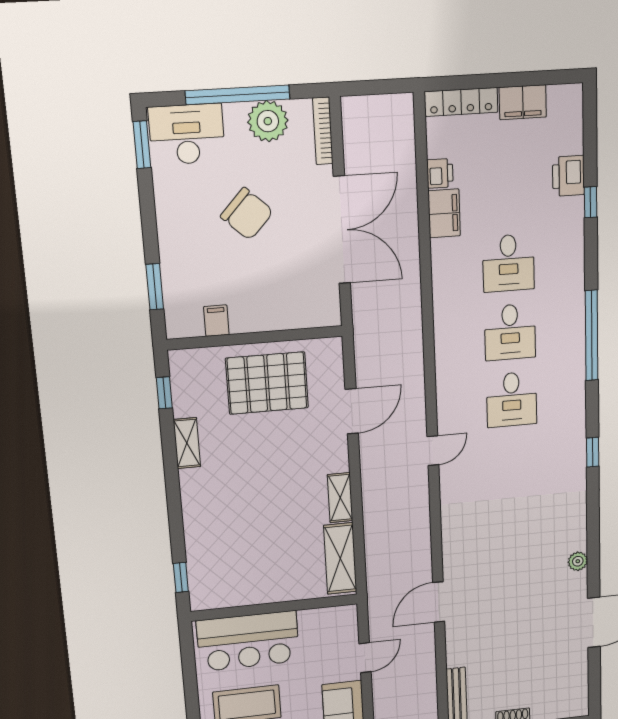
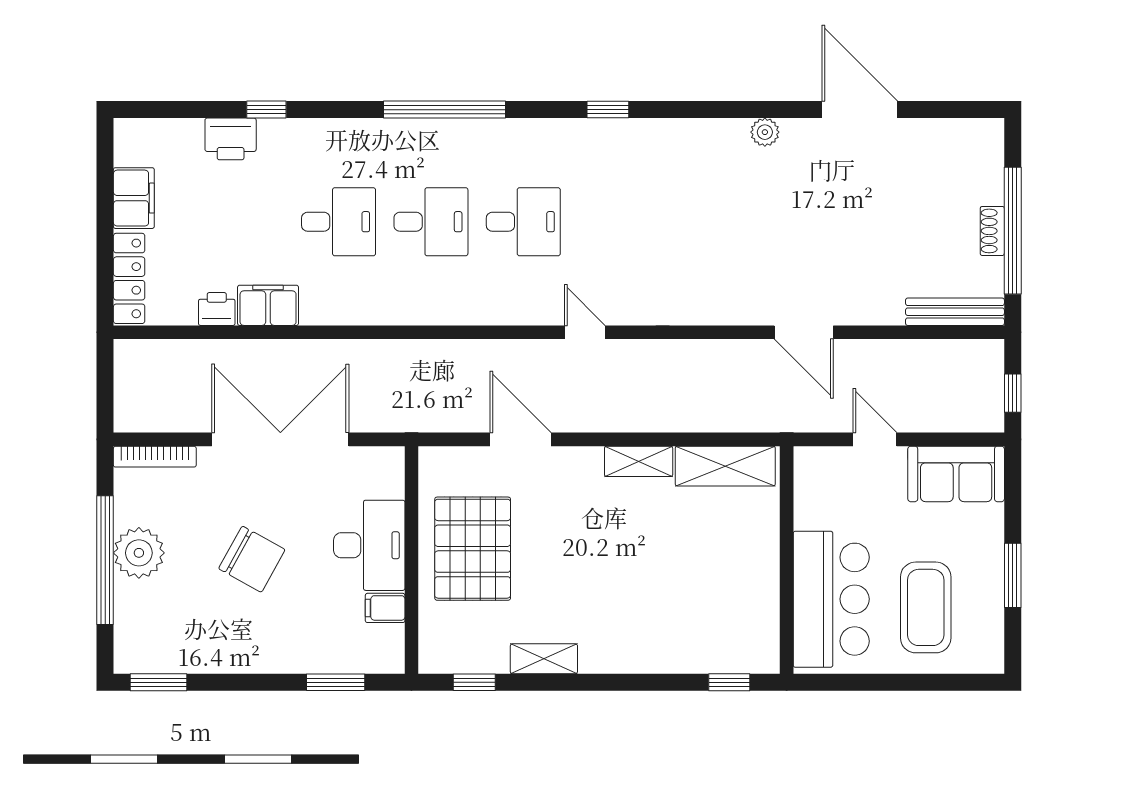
plant: (268, 121) -> (139, 553), moved
desk: (187, 134) -> (369, 545), moved, turned 180
chair: (247, 214) -> (252, 559), turned 76

